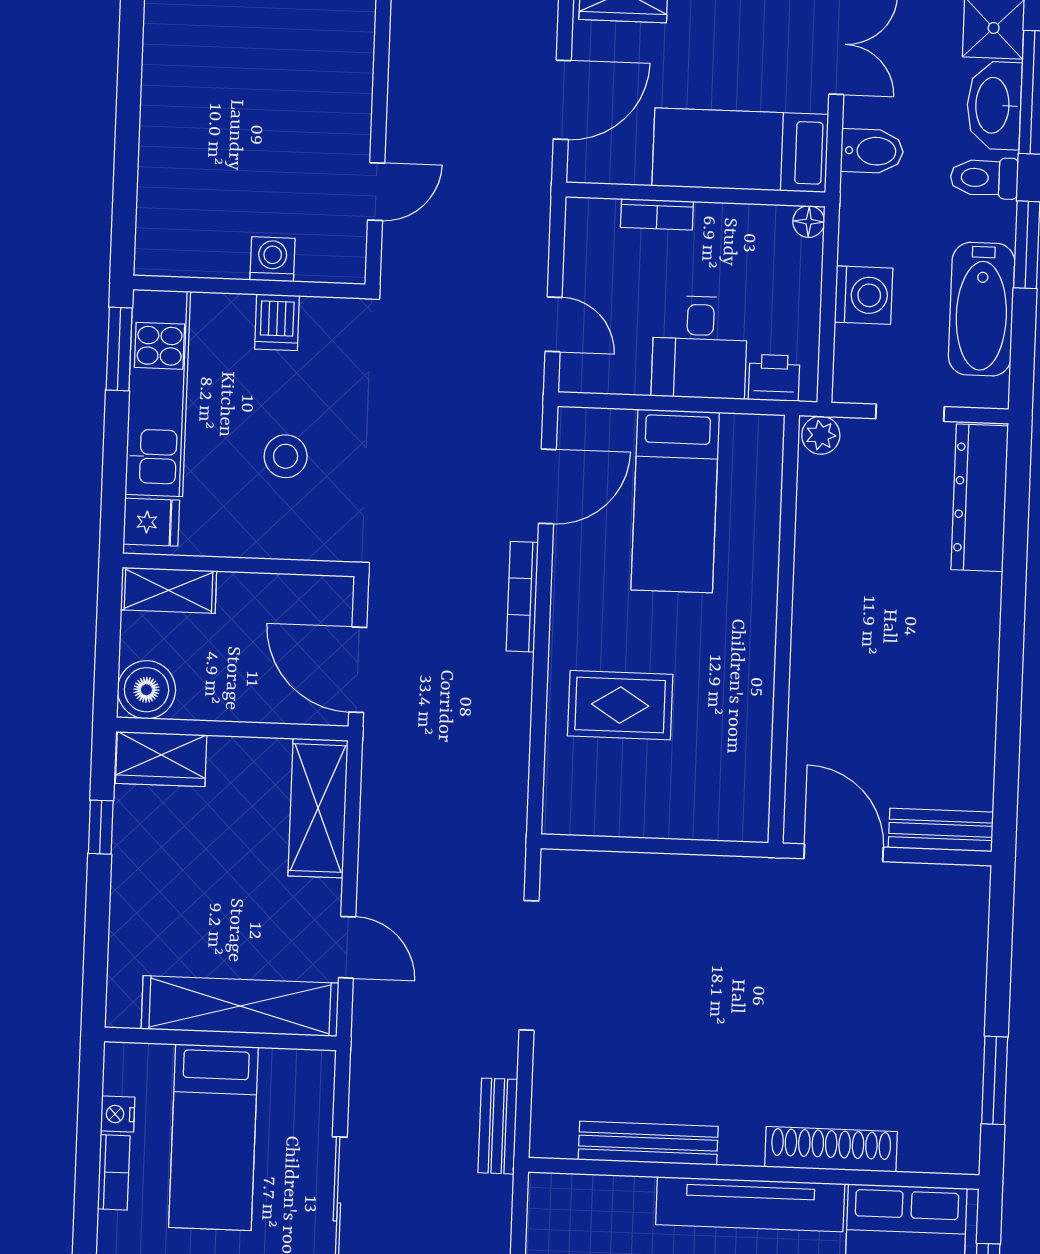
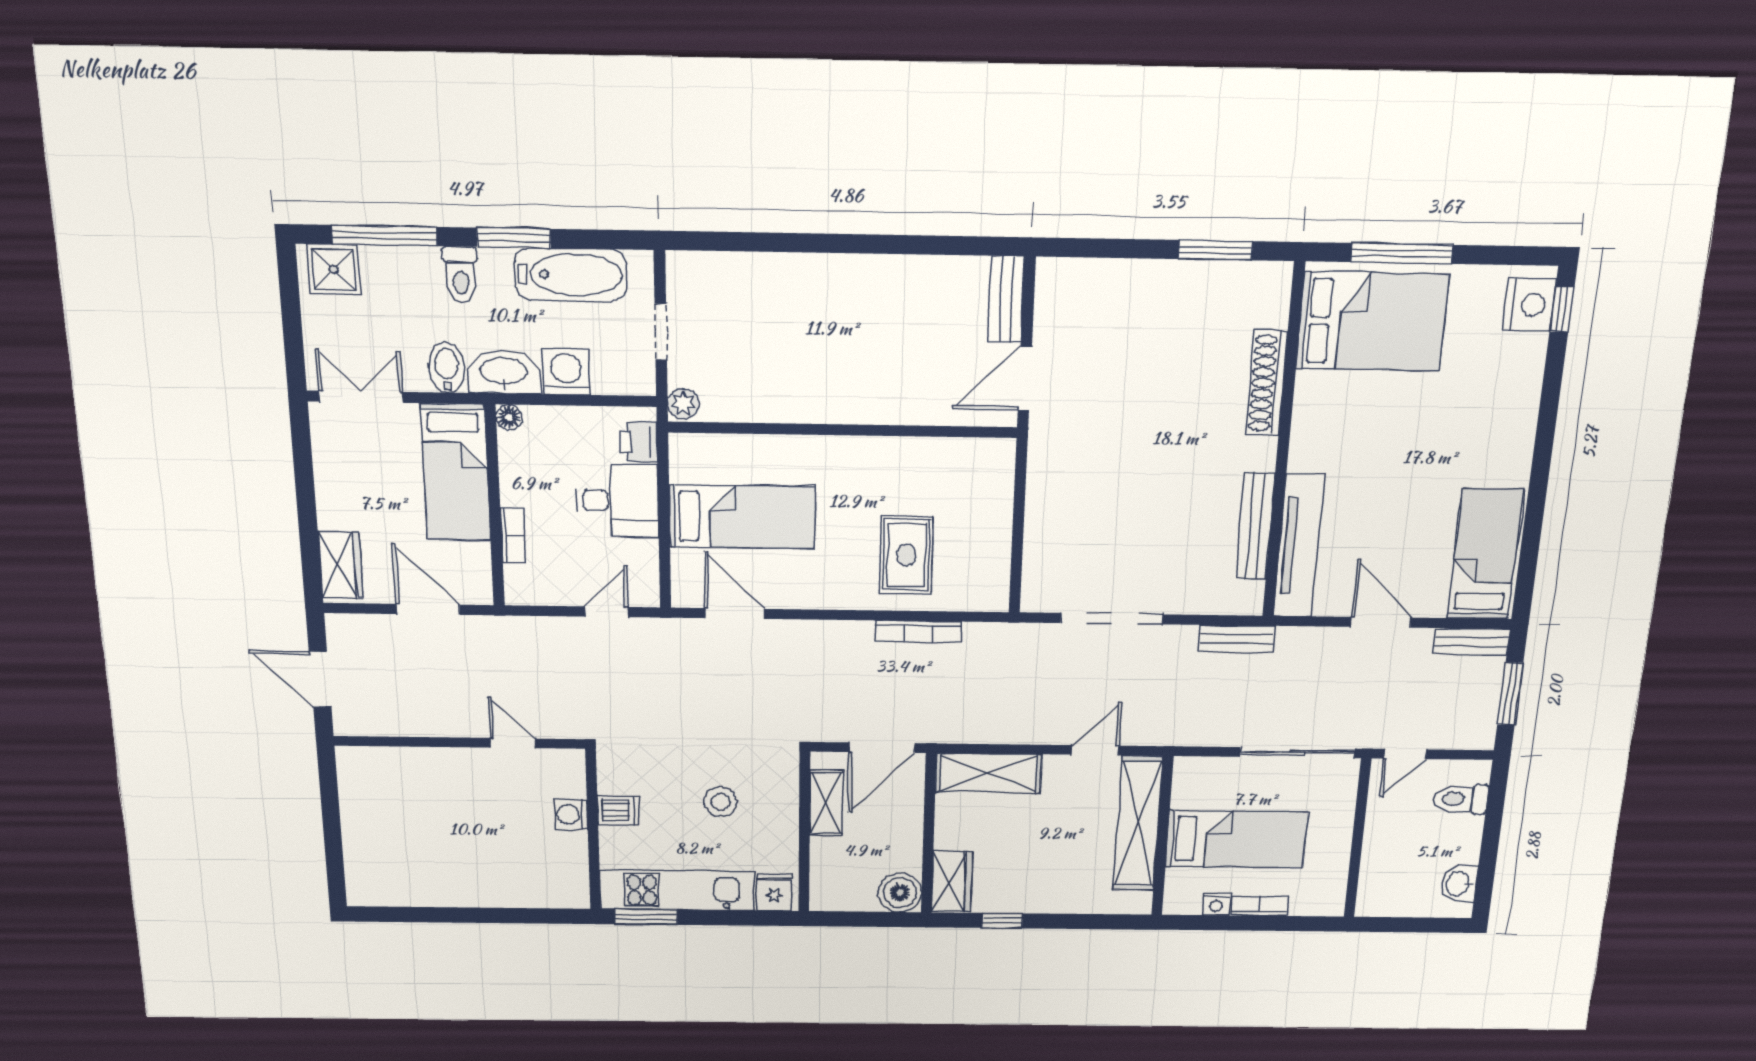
washbasin: (994, 105) -> (504, 372), moved, turned 180
dresser: (980, 498) -> (729, 273), removed
shelving: (169, 590) -> (826, 803), moved
bookcase: (522, 597) -> (918, 631), moved
tv unit: (750, 1204) -> (1299, 546), moved

